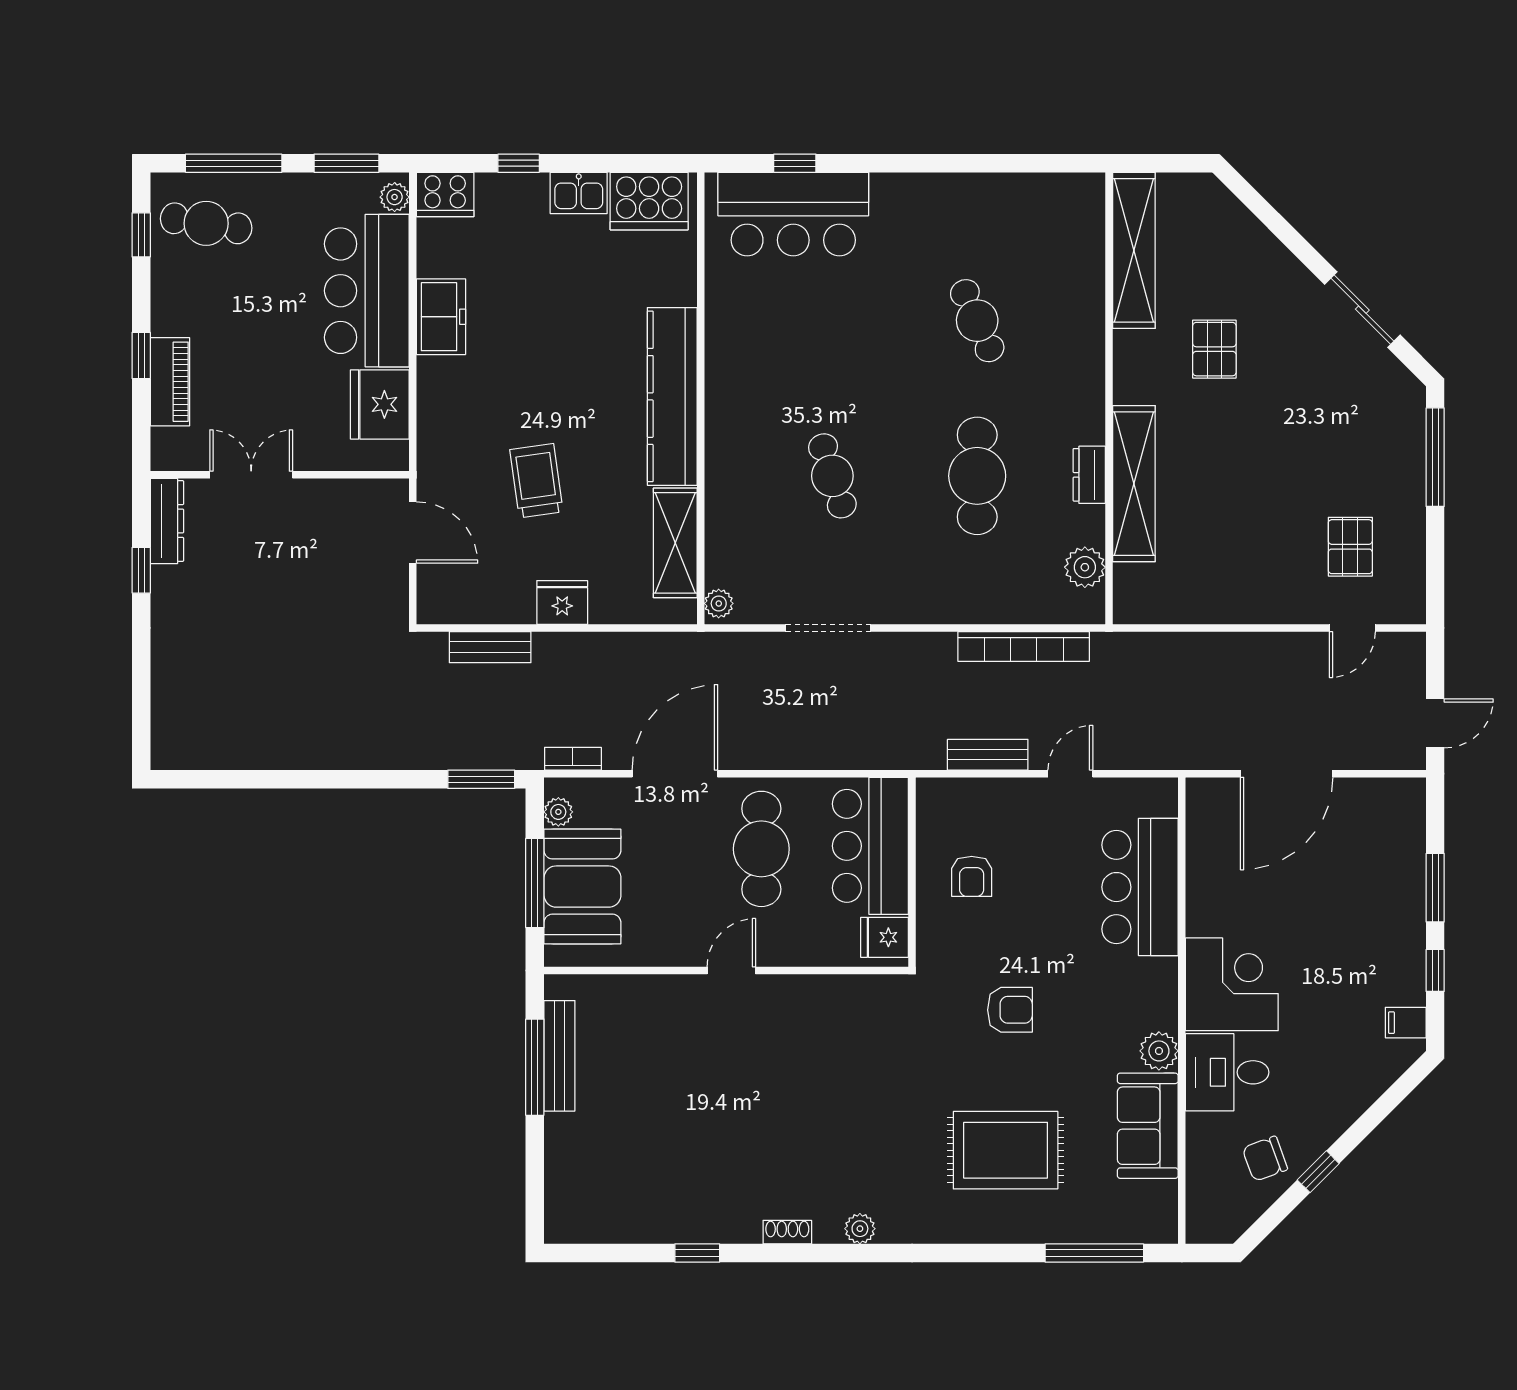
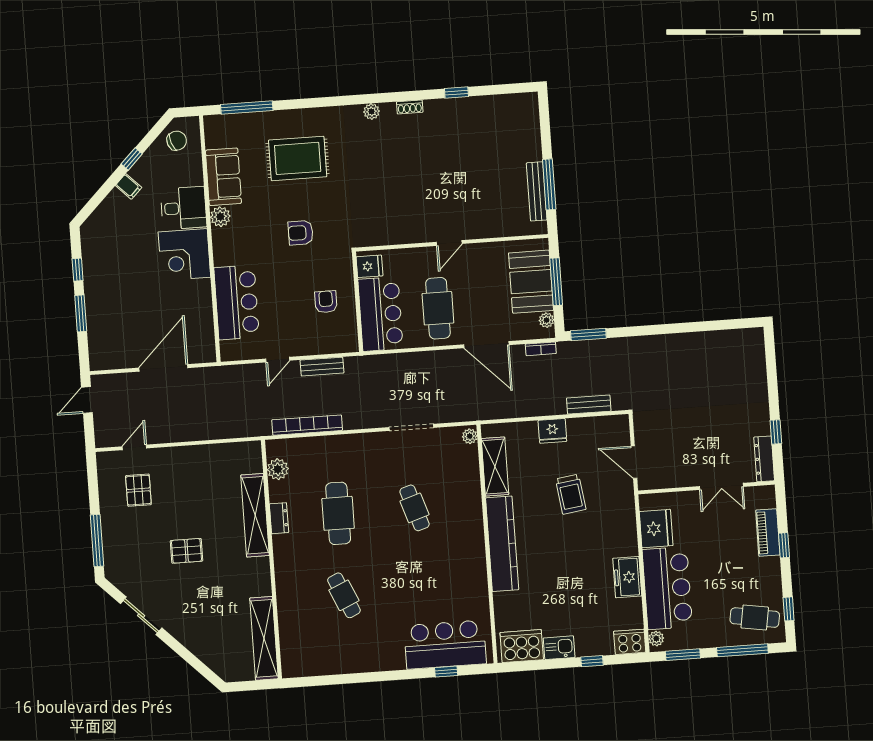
pallet: (1214, 349) -> (186, 551), moved, turned 90
door: (675, 774) -> (486, 345), hinge flipped
filing cabinet: (1406, 1023) -> (129, 186), moved, turned 45
chair: (1265, 1159) -> (177, 141), moved

